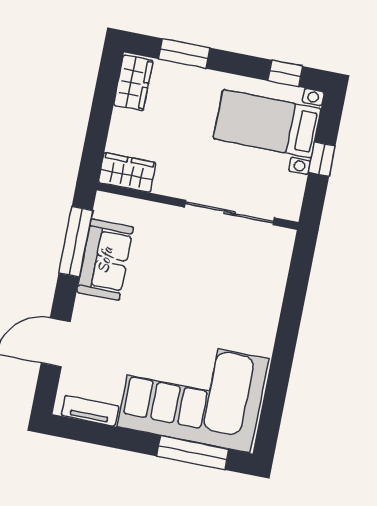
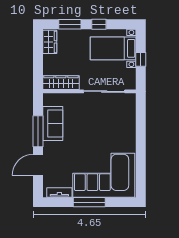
window: (285, 73) -> (99, 24), moved
wardrobe: (127, 173) -> (61, 83), width x1.50
window: (76, 242) -> (38, 131), moved
window: (193, 453) -> (89, 202), moved

